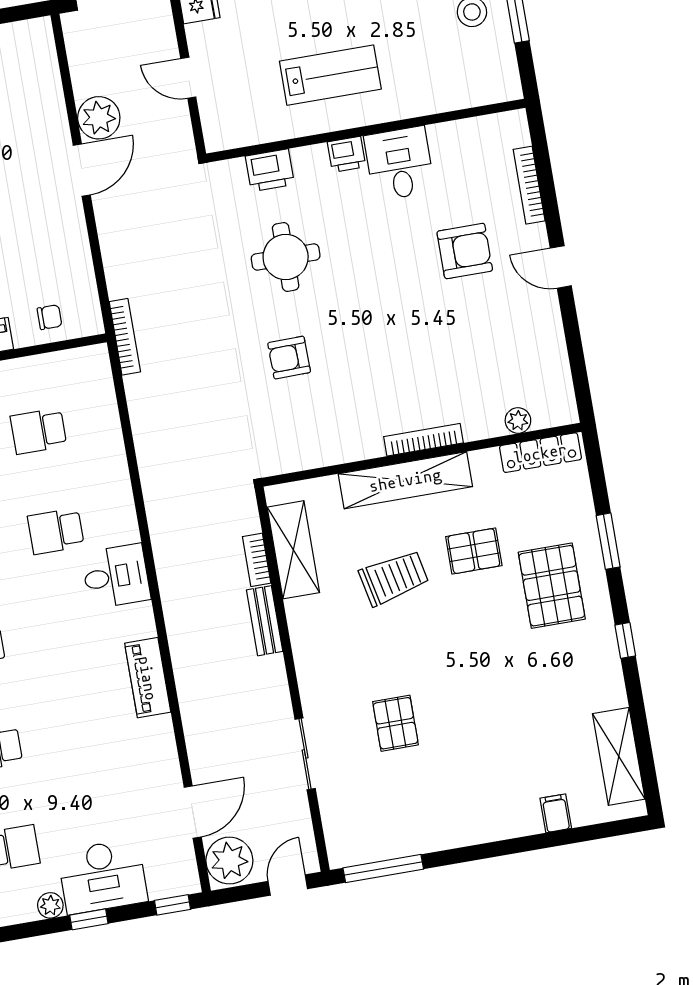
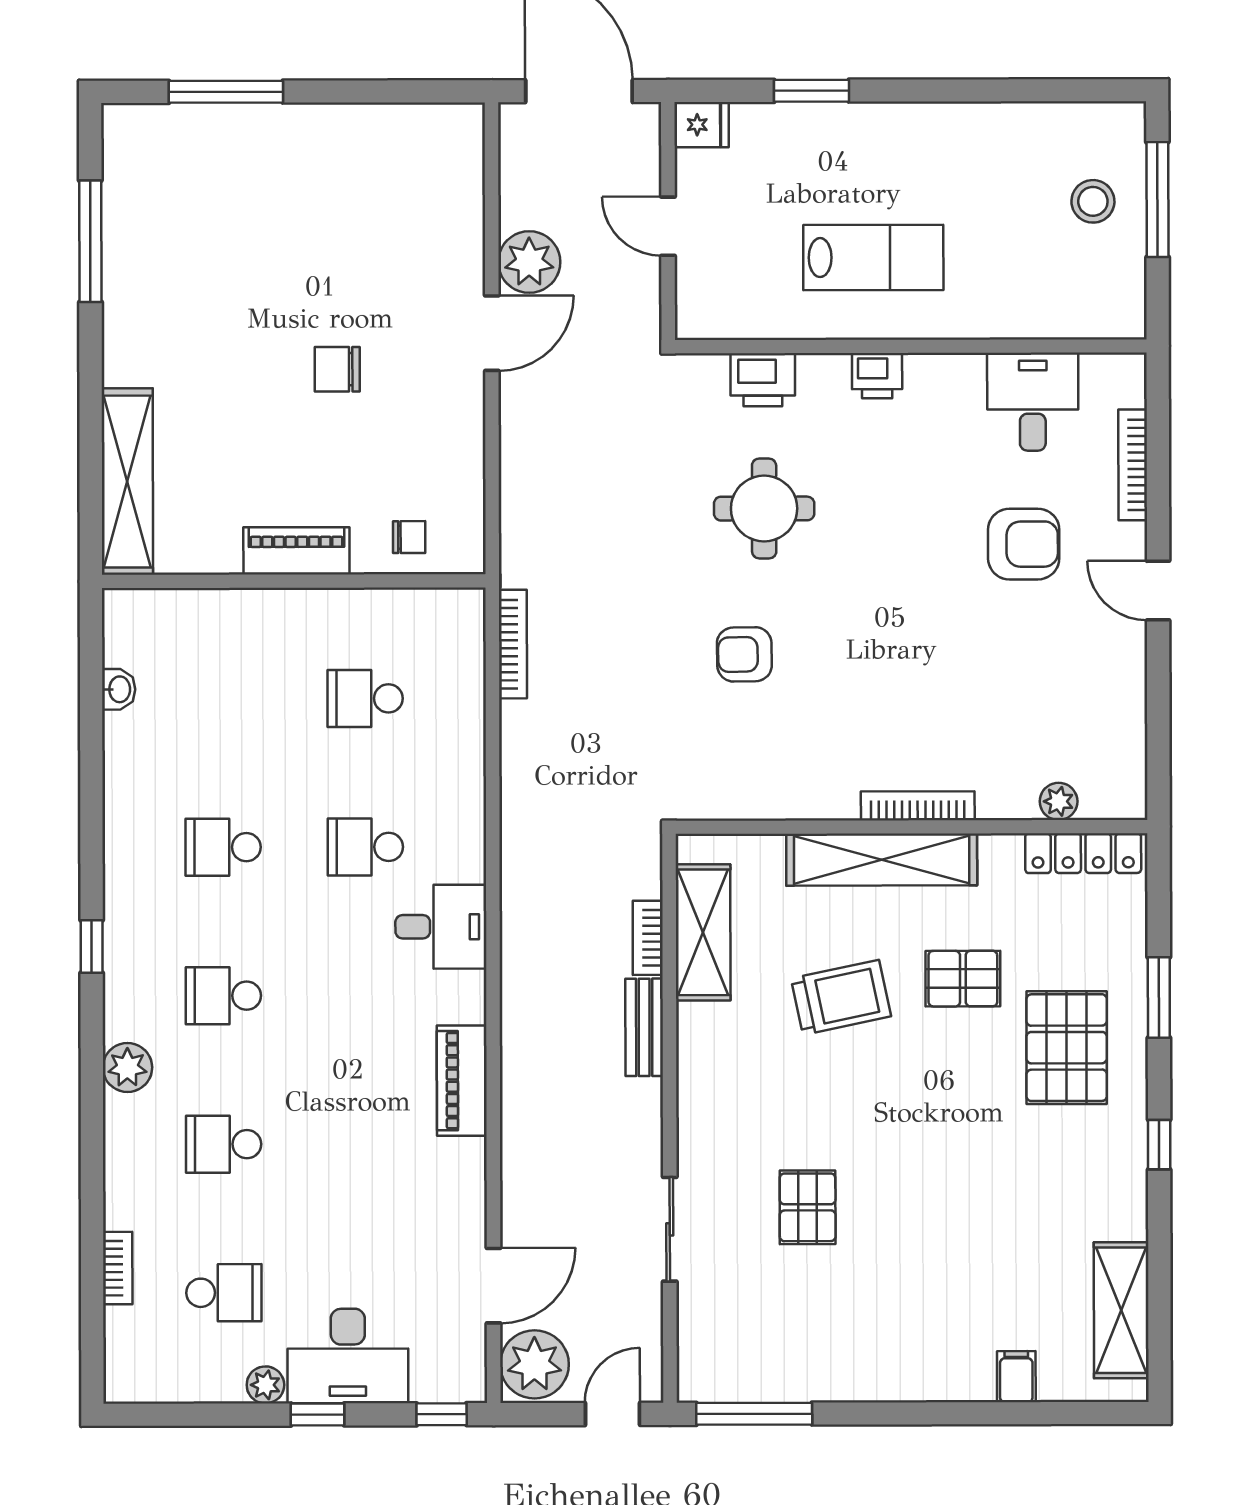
desk: (399, 164) -> (1033, 402), moved
bookcase: (125, 337) -> (513, 644), moved

